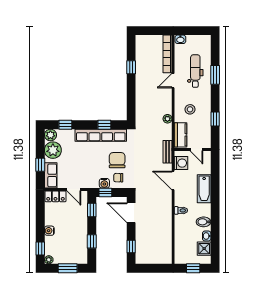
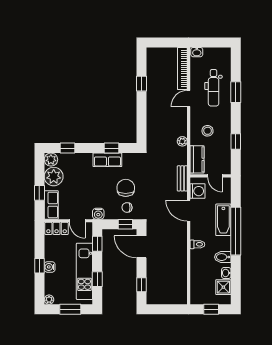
dental chair: (195, 71) -> (214, 88), turned 180
row of seats: (101, 135) -> (107, 160), width x0.50
water cooler: (104, 183) -> (98, 214), moved
window: (105, 193) -> (125, 224), moved
window: (215, 199) -> (236, 231), added
kitchen unit: (80, 235) -> (84, 271), added
window: (40, 248) -> (39, 266), moved

